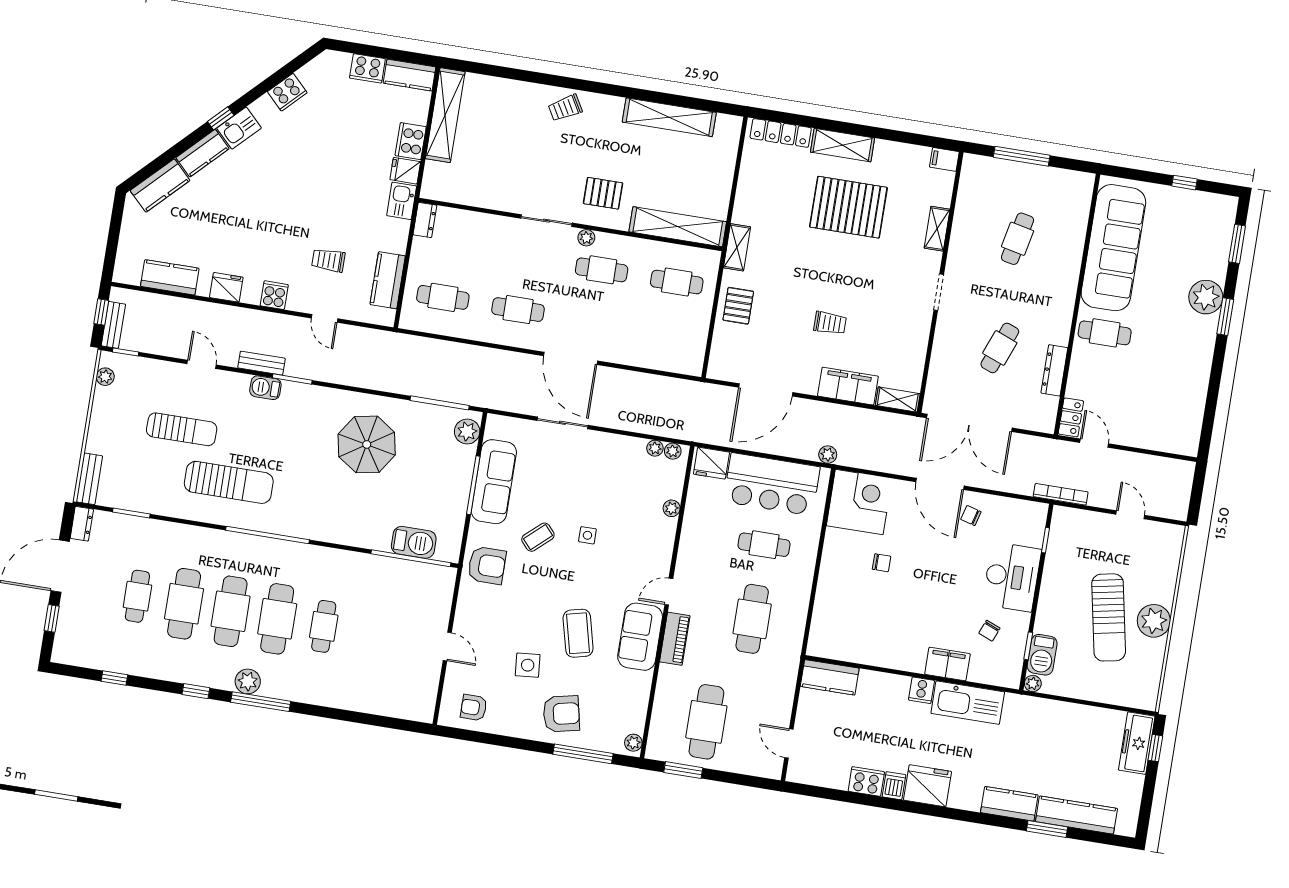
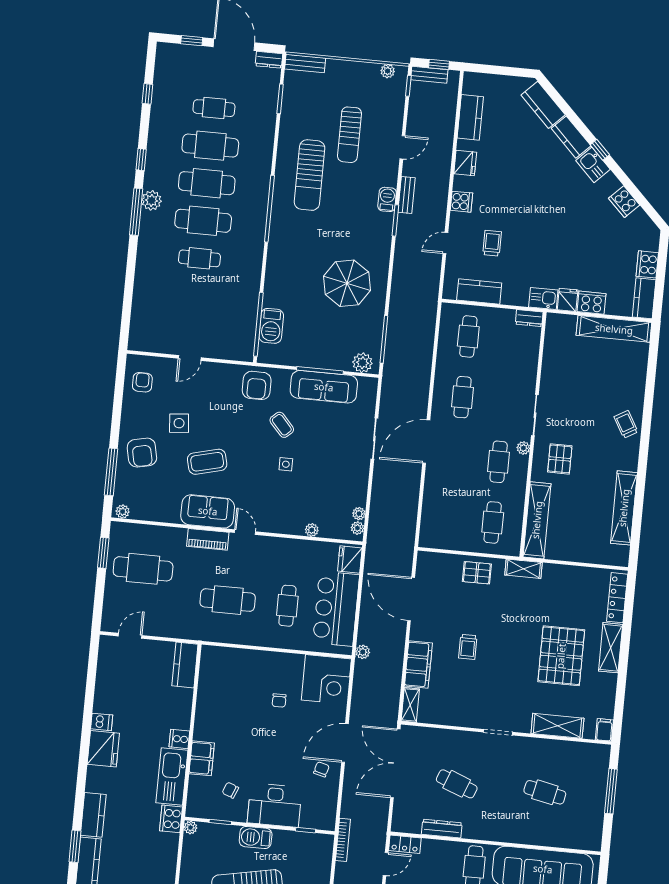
shelving: (937, 229) -> (557, 726), width x1.50, depth x1.33
barbecue: (1042, 655) -> (256, 837), moved
cooker: (866, 781) -> (171, 819), moved, turned 180

